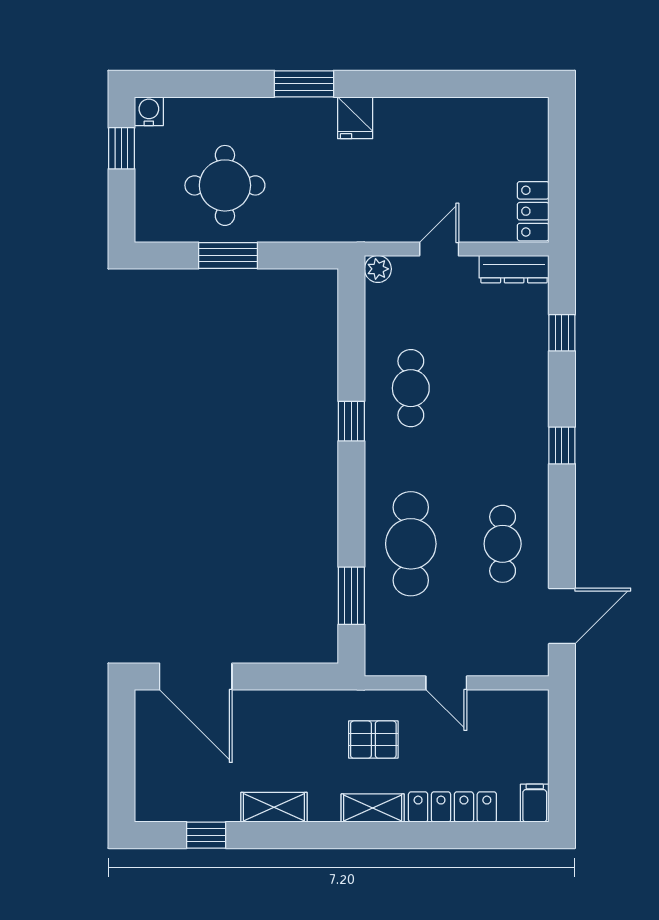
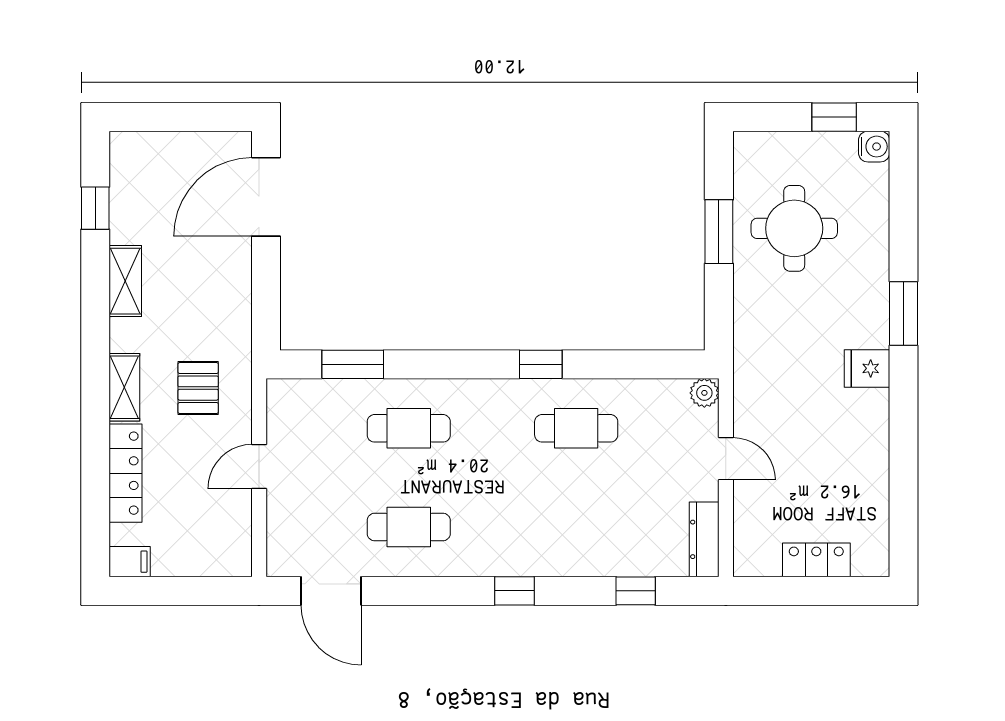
locker: (533, 211) -> (816, 560), moved
cafe table: (411, 544) -> (409, 428), width x0.73, depth x0.74

